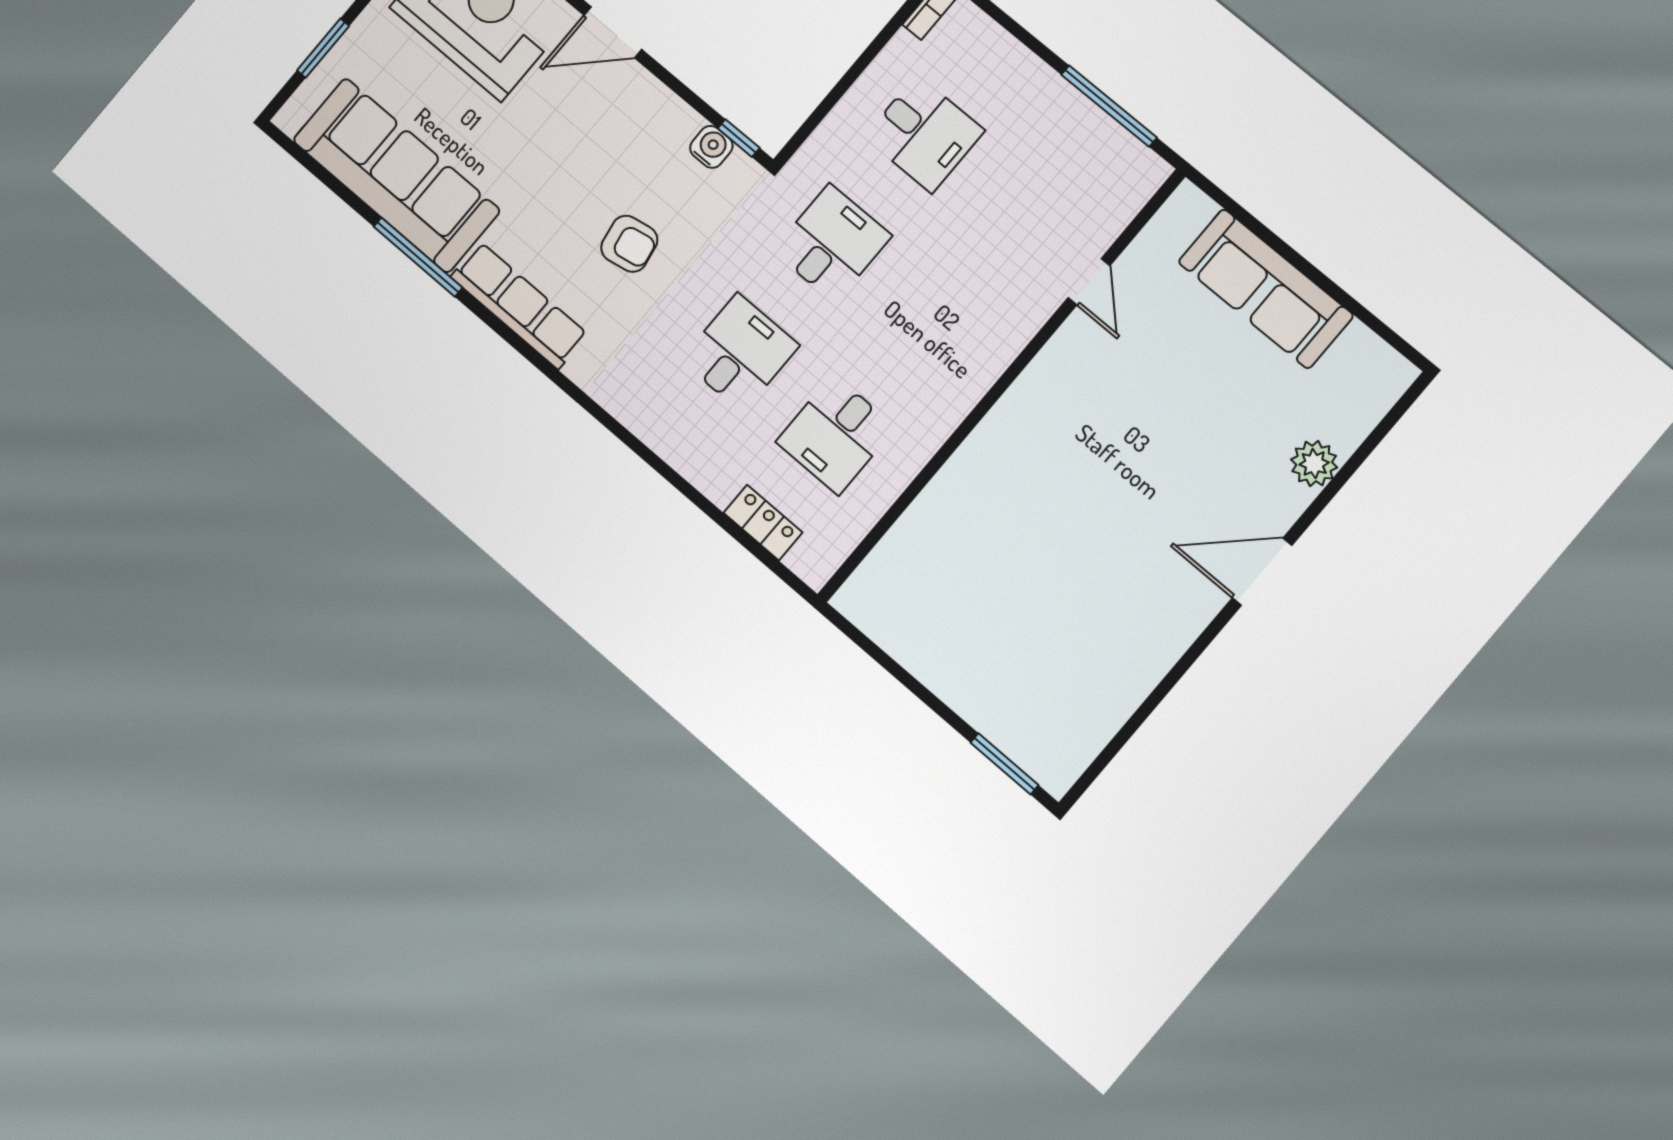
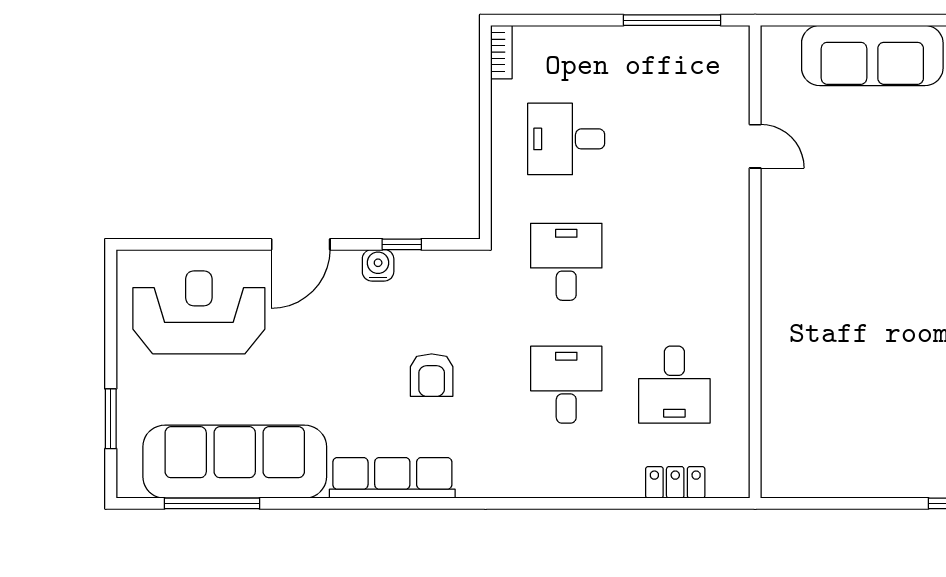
desk: (924, 134) -> (566, 139), turned 180
window: (739, 138) -> (402, 244), moved
water cooler: (711, 147) -> (378, 265), moved
armchair: (629, 244) -> (432, 375), turned 100
window: (418, 257) -> (212, 503), moved

